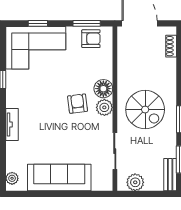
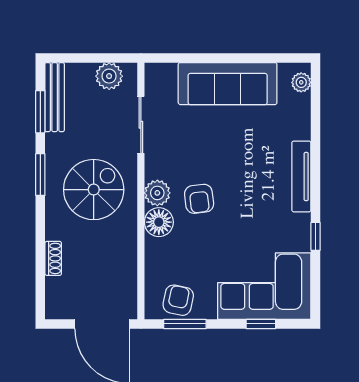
armchair: (91, 39) -> (178, 300), turned 102
shoe rack: (171, 46) -> (53, 258), moved
spiral stairs: (145, 110) -> (94, 190), turned 90
tv unit: (12, 125) -> (301, 176), width x1.41
bench: (170, 175) -> (55, 97), width x1.36

